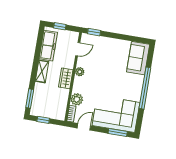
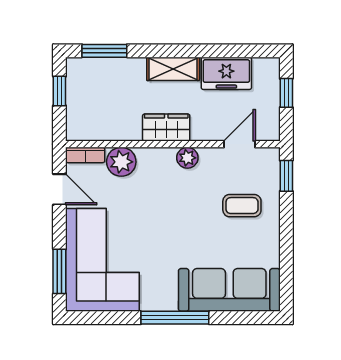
freezer: (48, 46) -> (226, 73), width x0.71
door: (78, 49) -> (239, 144), swing flipped
coffee table: (103, 53) -> (242, 206), added
sofa: (138, 58) -> (229, 290), width x1.36
window: (145, 88) -> (175, 318), width x0.68

